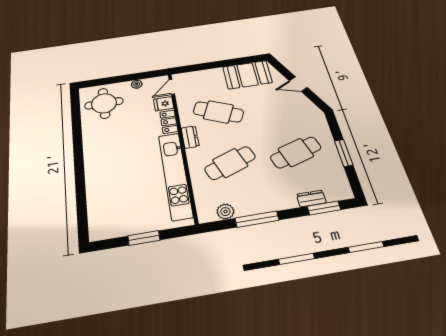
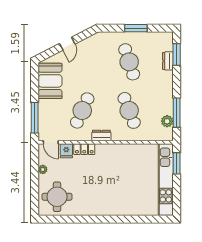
window: (199, 67) -> (35, 118), added
kitchen unit: (175, 175) -> (166, 179), moved, turned 90
window: (257, 219) -> (177, 113), moved
window: (144, 238) -> (177, 163), moved

